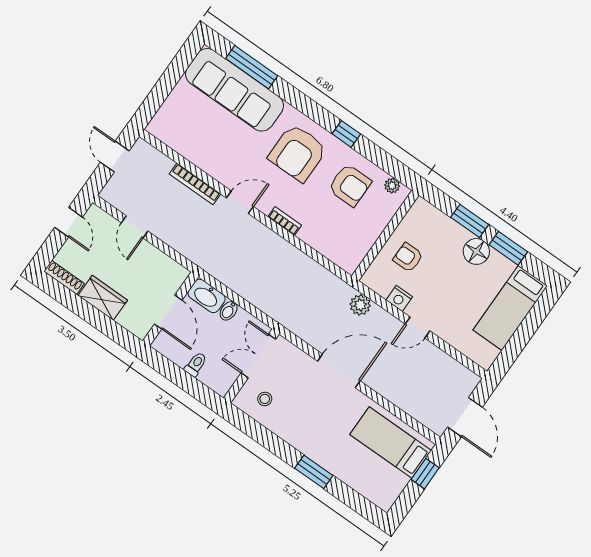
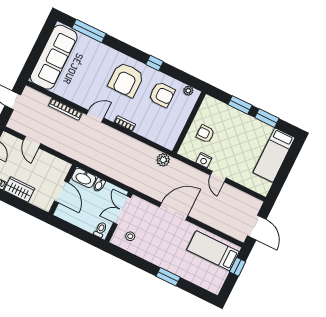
sofa: (234, 90) -> (54, 57), moved, turned -90
floor lamp: (476, 251) -> (247, 123), removed
plant: (360, 305) -> (163, 160), moved
door: (417, 327) -> (218, 176), hinge flipped
toilet: (196, 364) -> (100, 230), moved

